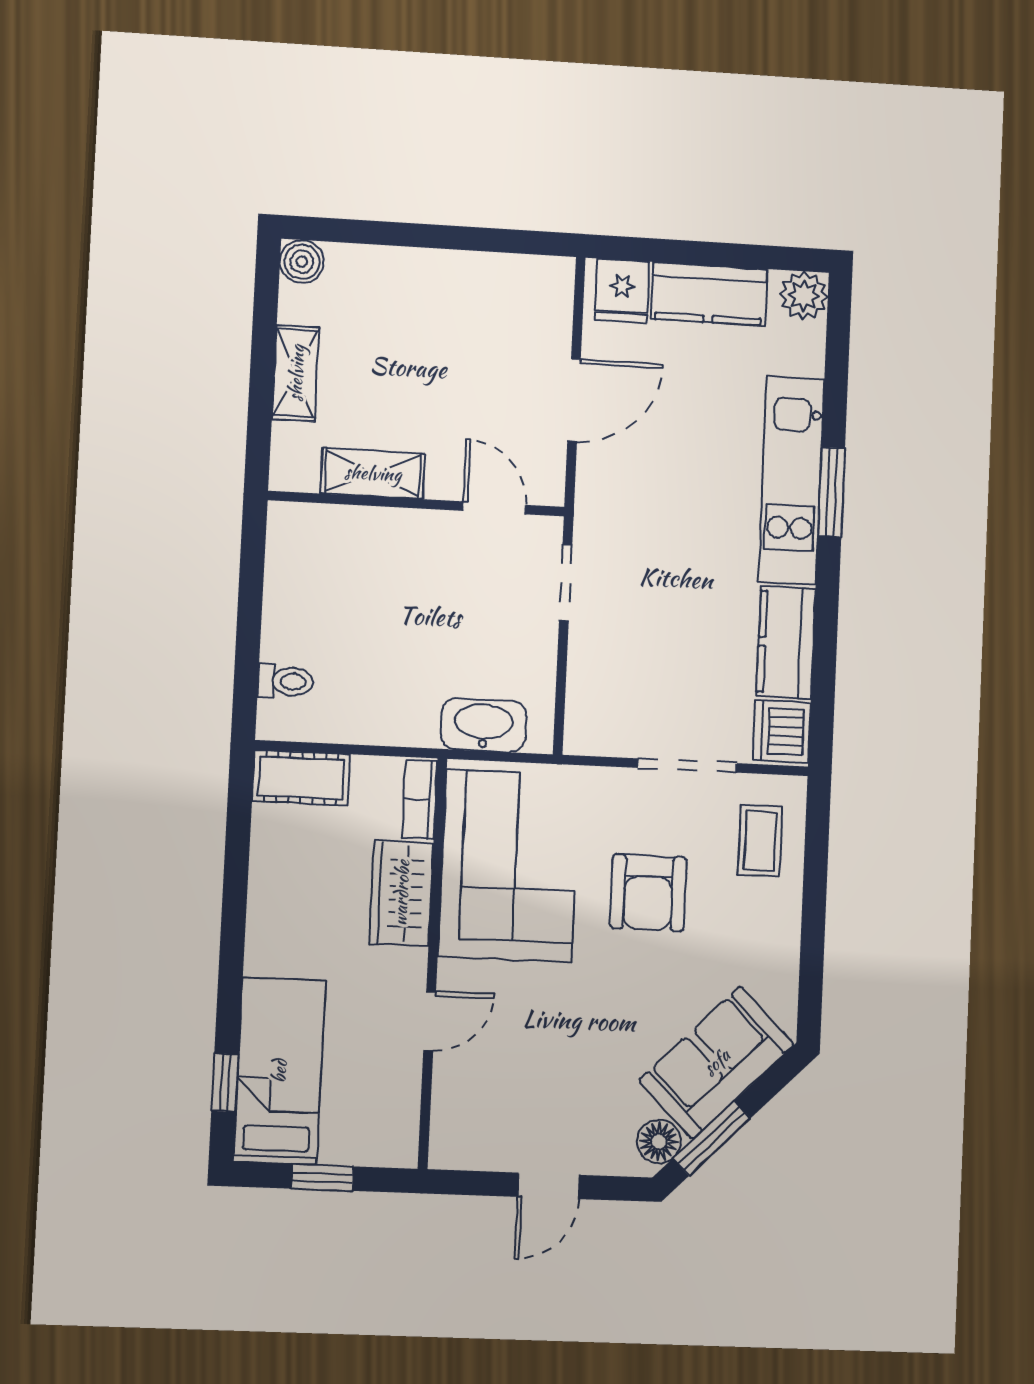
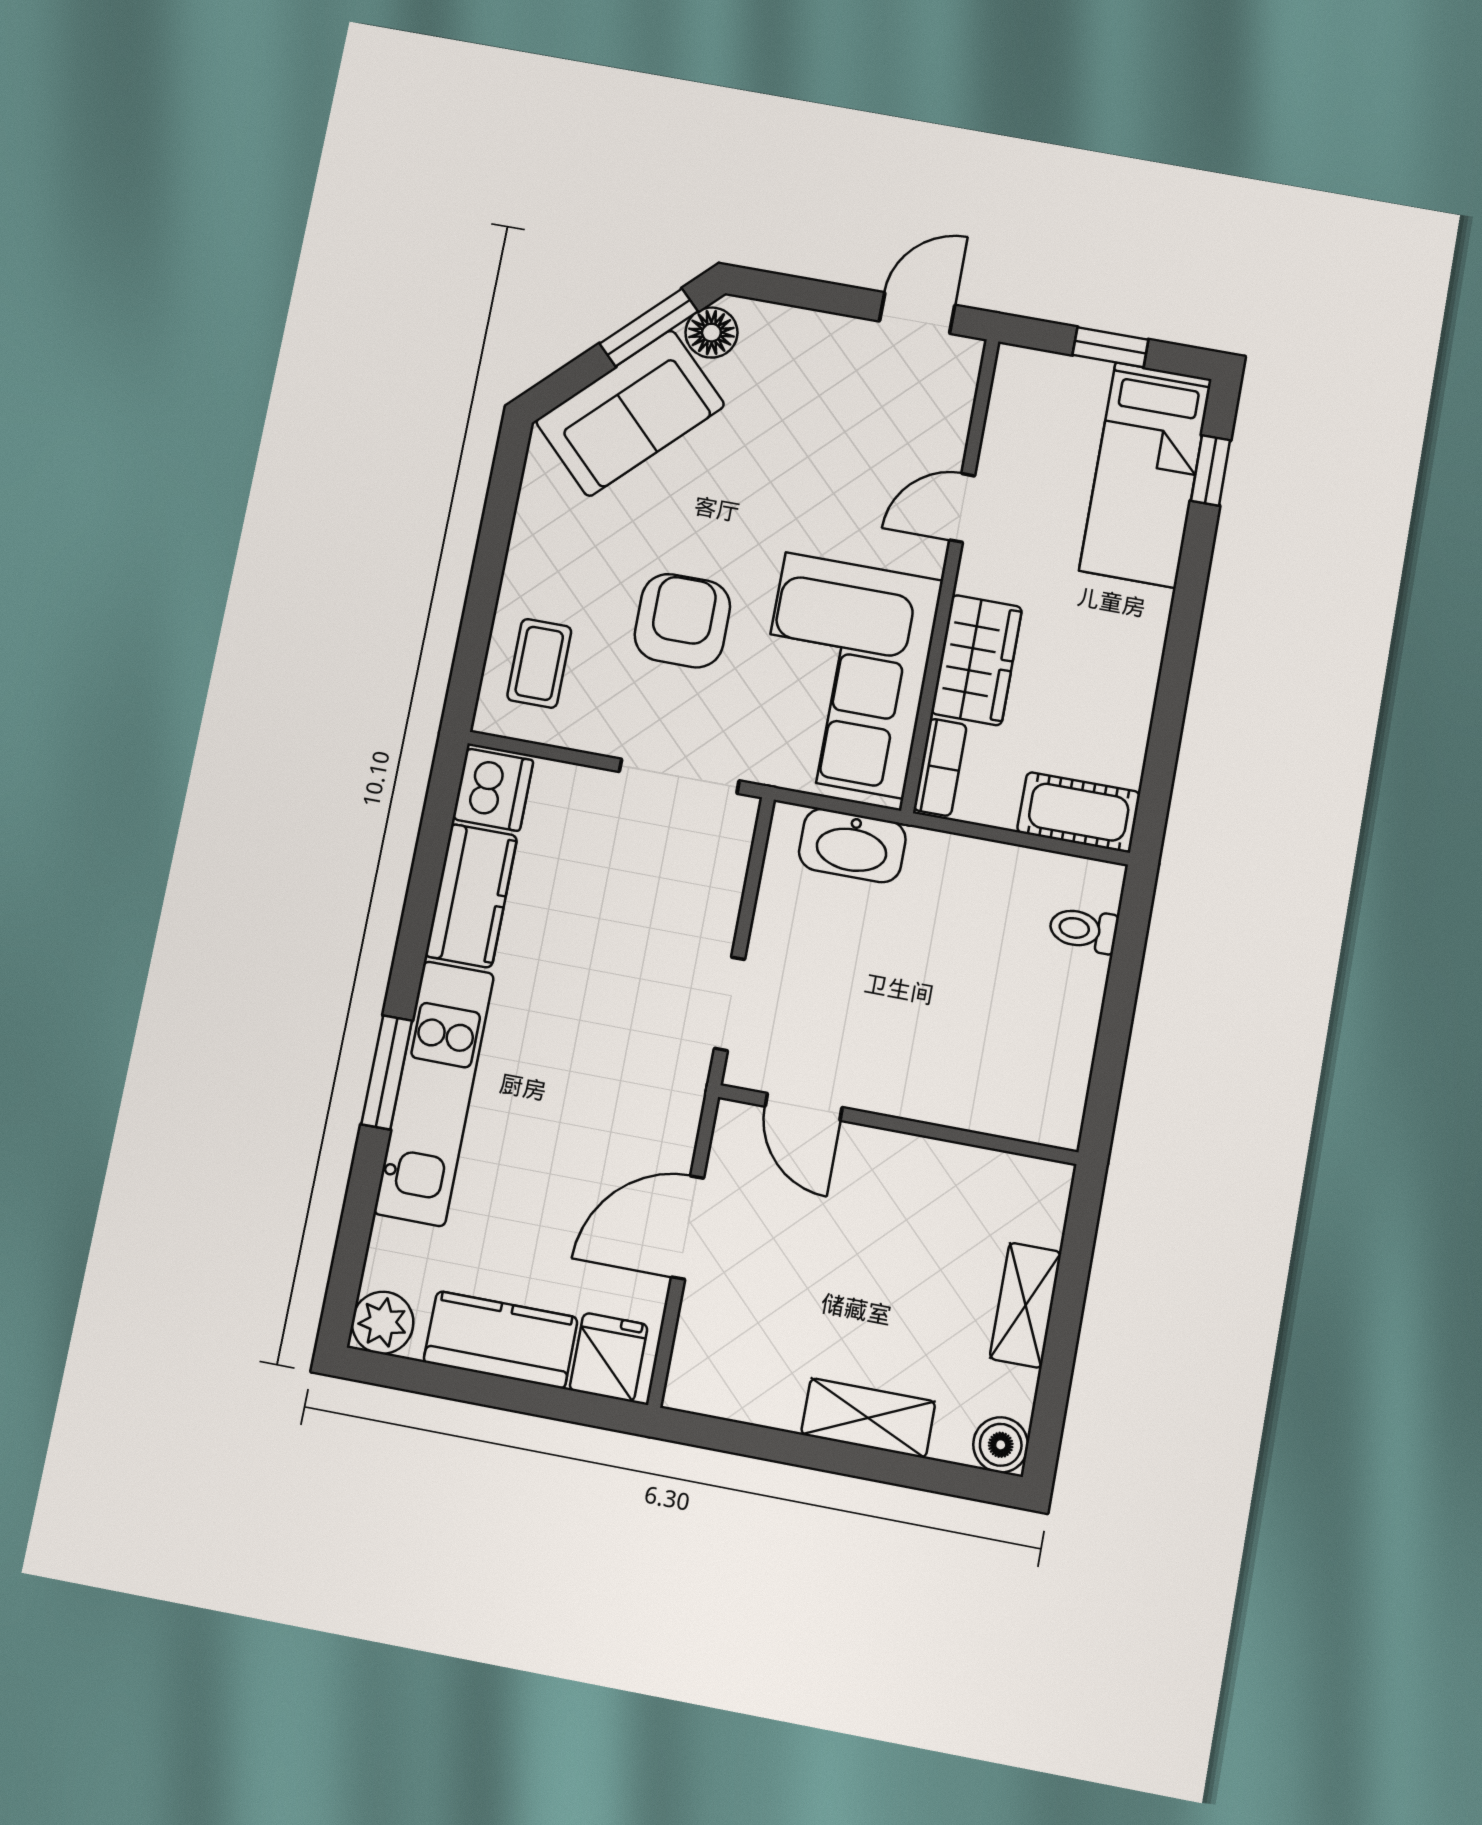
shelving: (373, 473) -> (868, 1418), moved
doorway: (687, 766) -> (679, 776), moved
door: (549, 1186) -> (917, 313), moved

